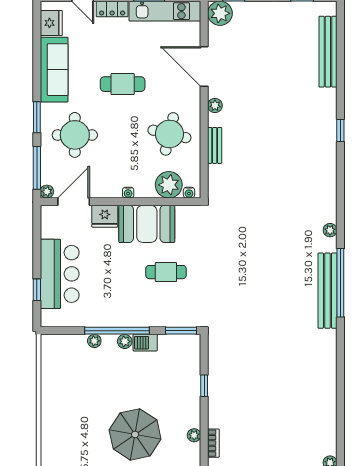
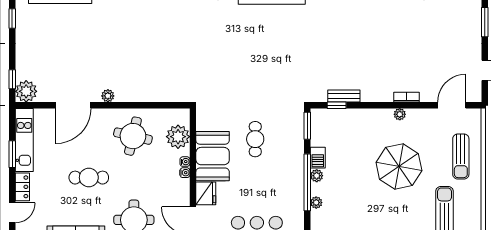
cafe table: (123, 84) -> (89, 178), turned 90
bench: (215, 145) -> (344, 96), moved
water cooler: (189, 193) -> (185, 162), moved
window: (204, 386) -> (337, 105), moved

